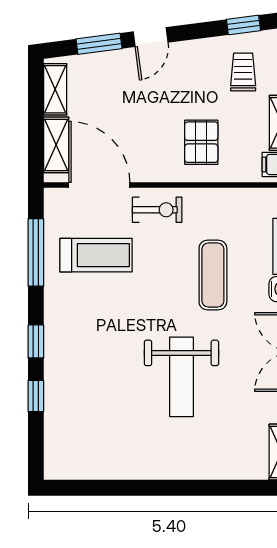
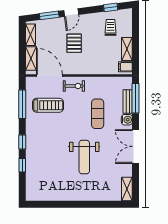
pallet: (201, 142) -> (74, 43), moved

